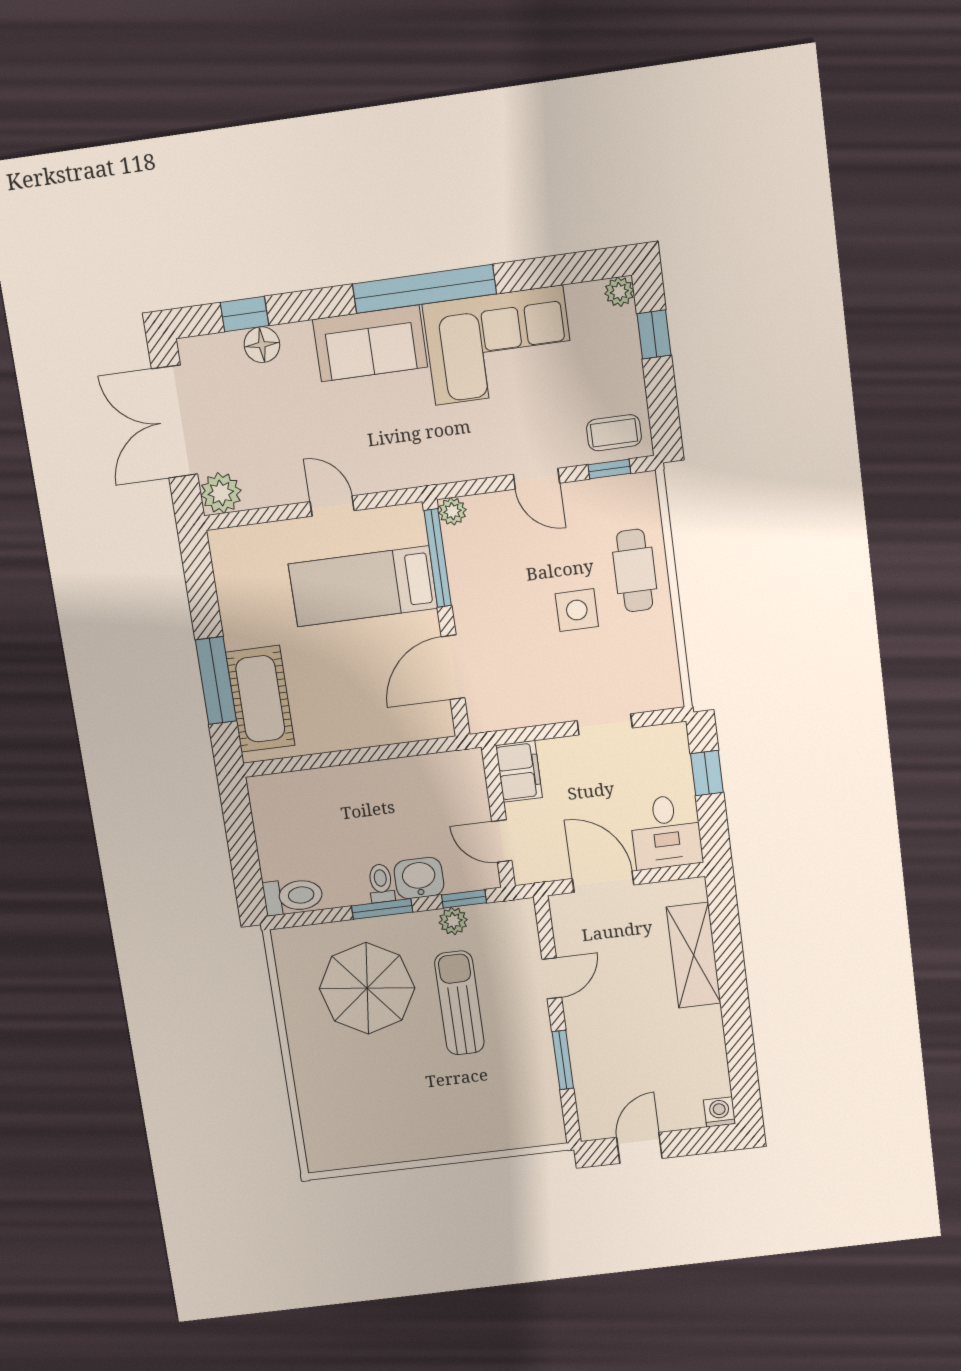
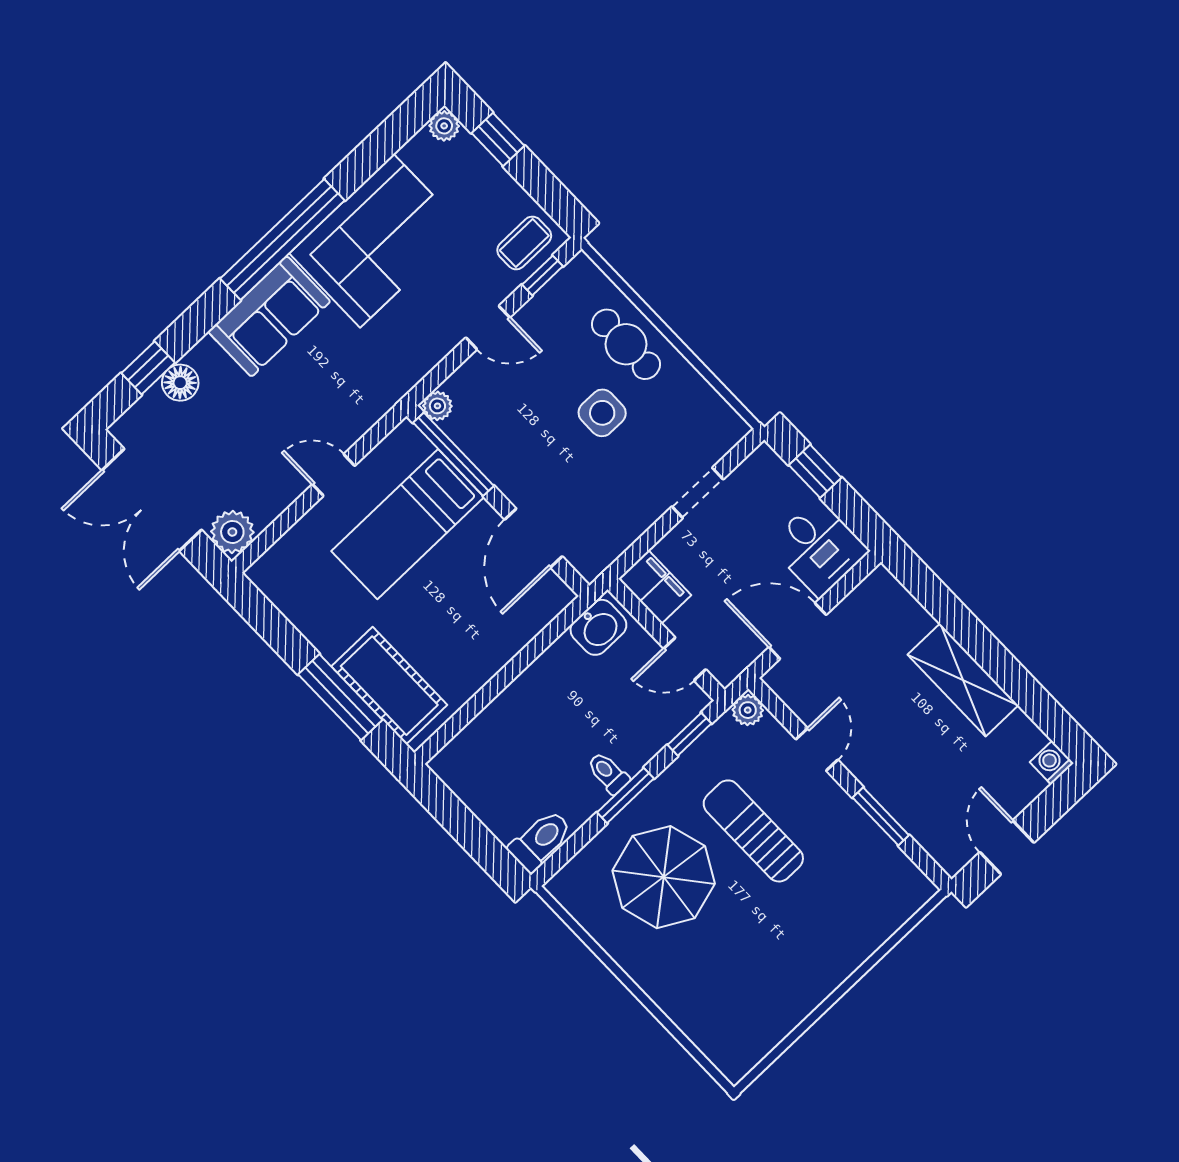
washbasin: (419, 878) -> (598, 627), moved, turned 180
plant: (453, 921) -> (748, 710), moved
shelving: (694, 955) -> (963, 680), moved

